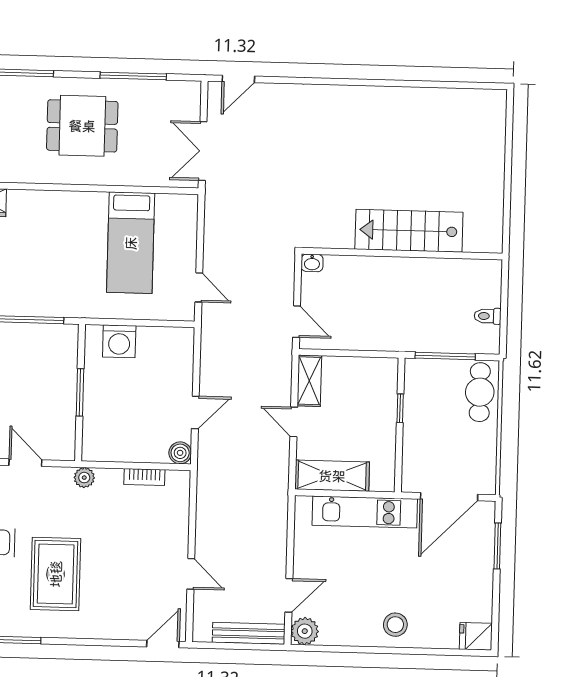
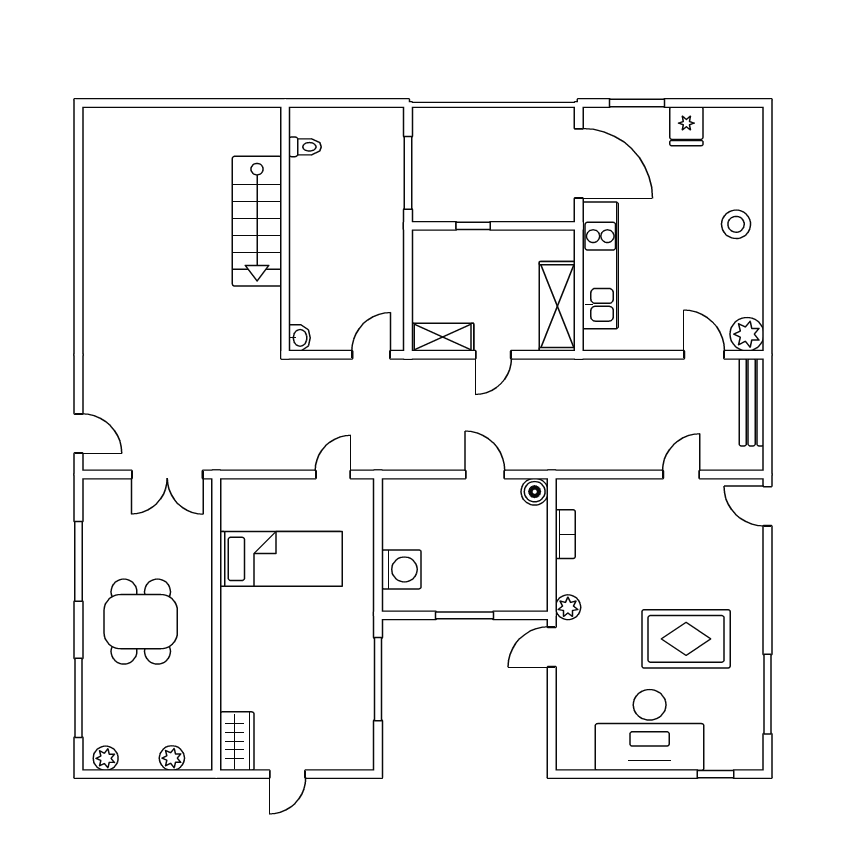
toilet: (488, 316) -> (305, 147), moved, turned -90
cafe table: (480, 392) -> (451, 130), removed
door: (25, 463) -> (552, 647), moved
fridge: (476, 636) -> (686, 126), moved

